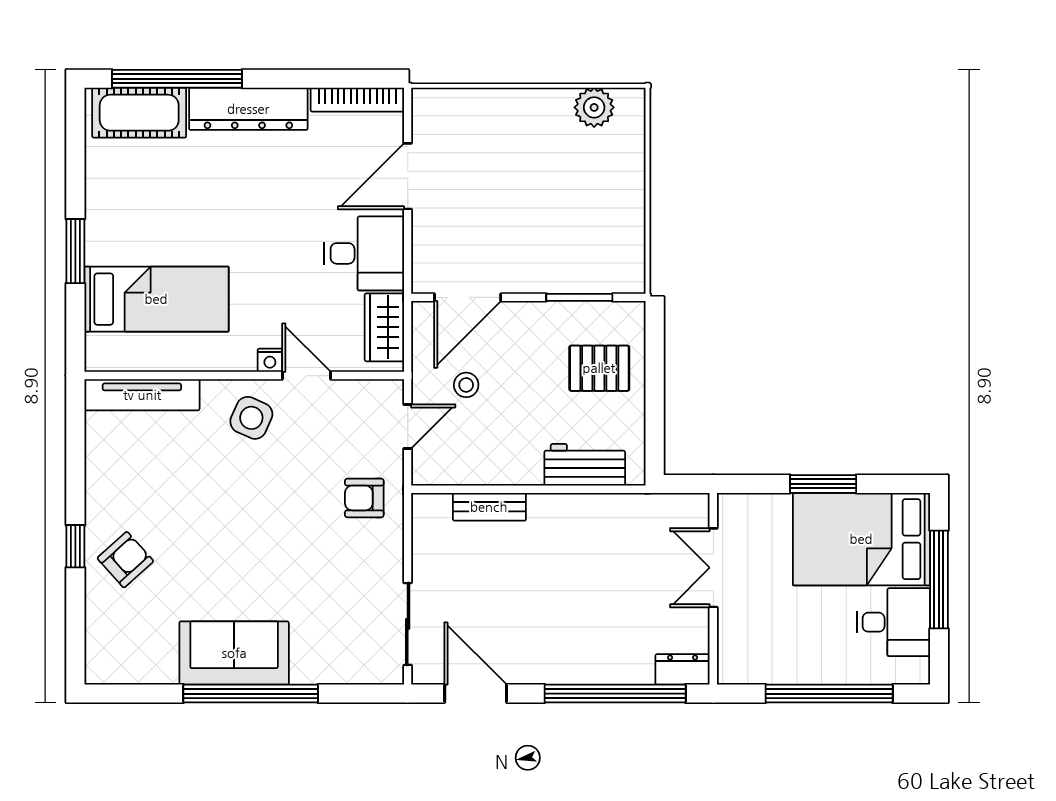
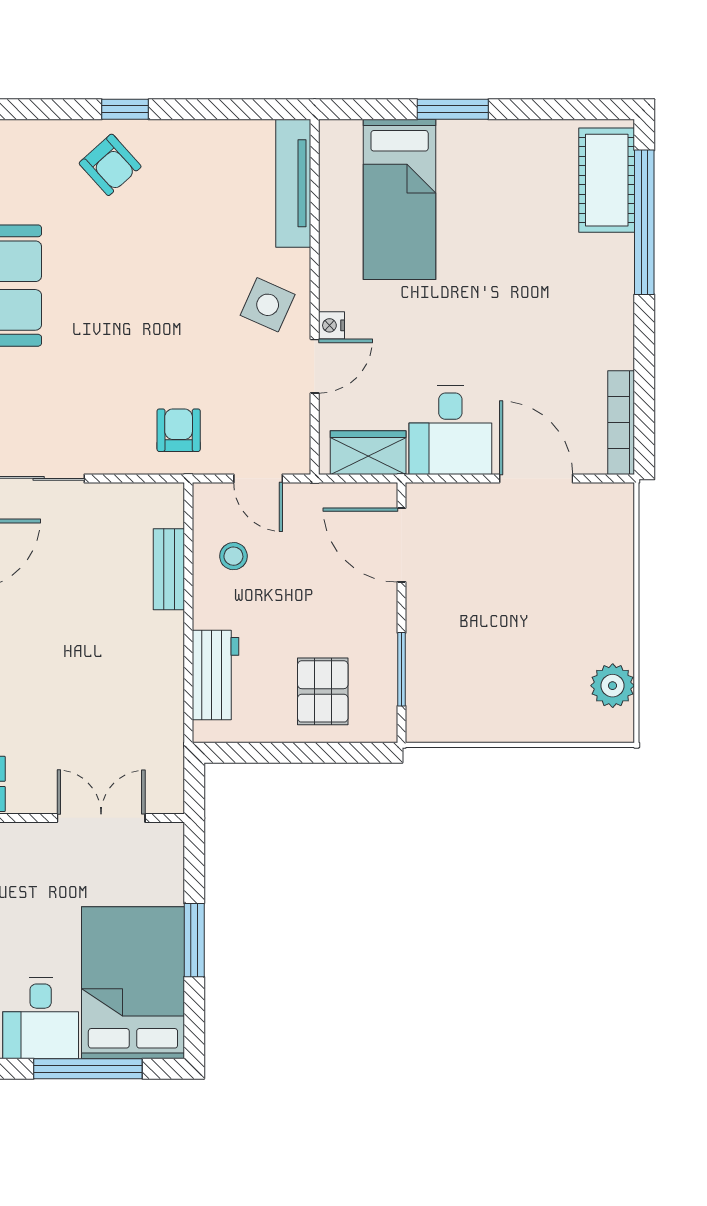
dresser: (248, 109) -> (611, 302), removed
stool: (466, 385) -> (233, 556), moved

